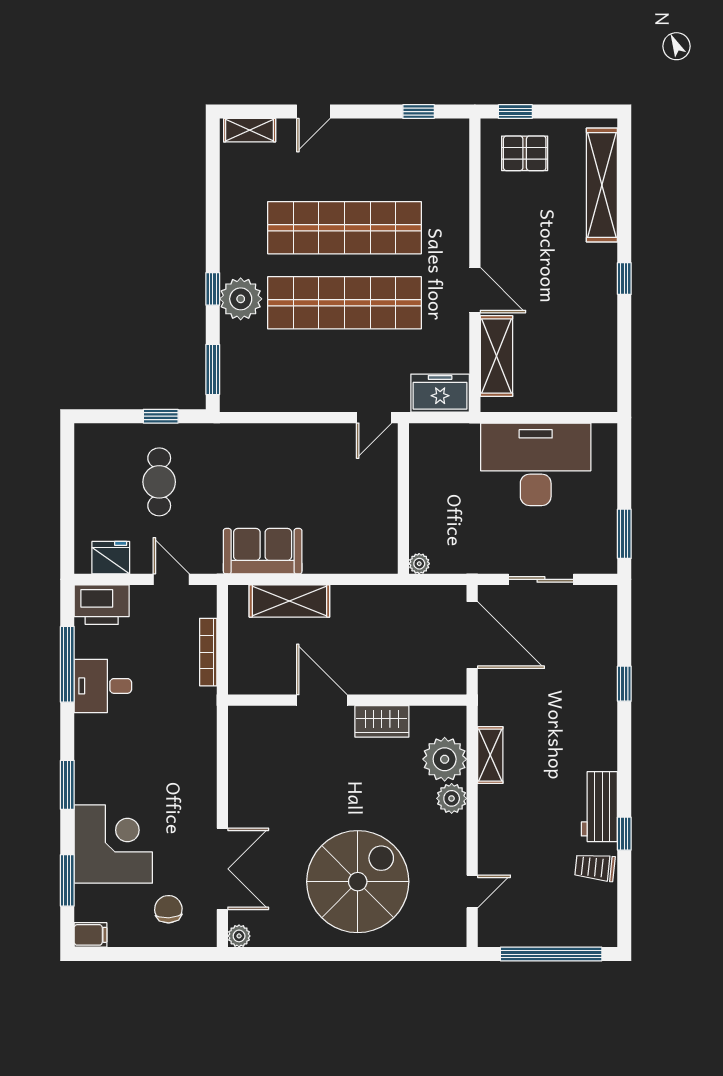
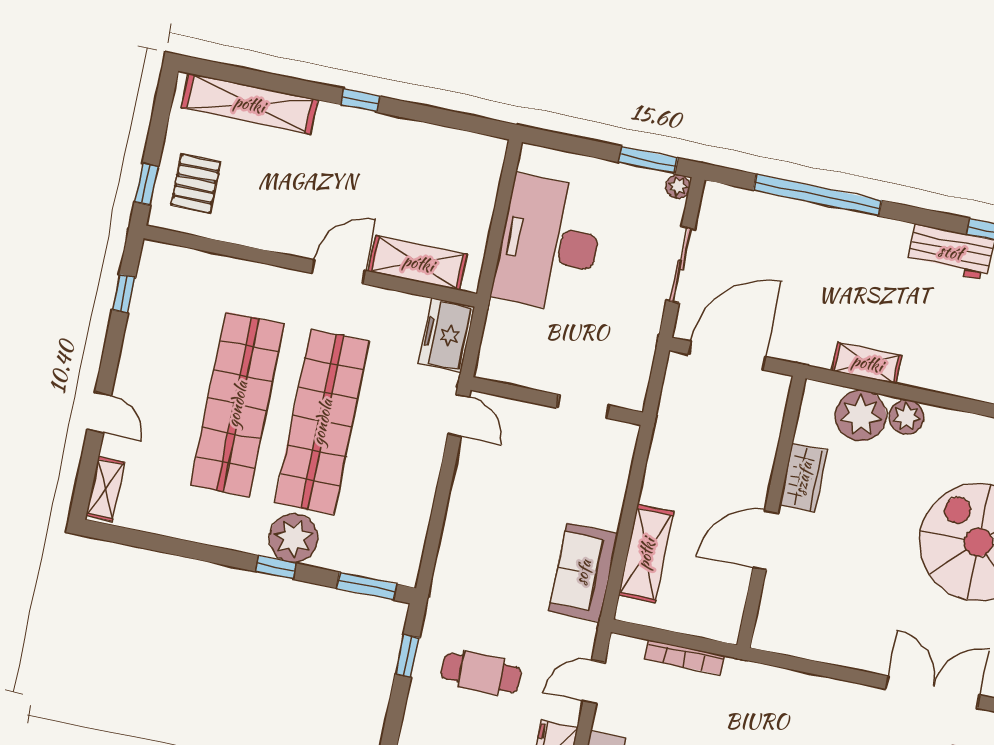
doorway: (403, 522) -> (583, 407), added
plant: (419, 564) -> (678, 187), moved
window: (624, 684) -> (818, 195), width x3.17

